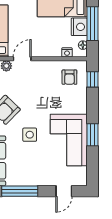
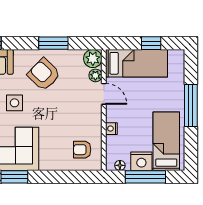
nightstand: (67, 52) -> (111, 129), moved
window: (92, 79) -> (80, 177), removed

